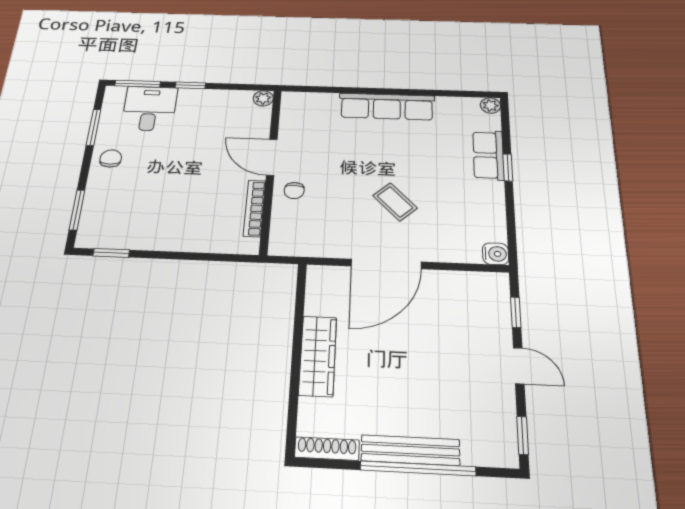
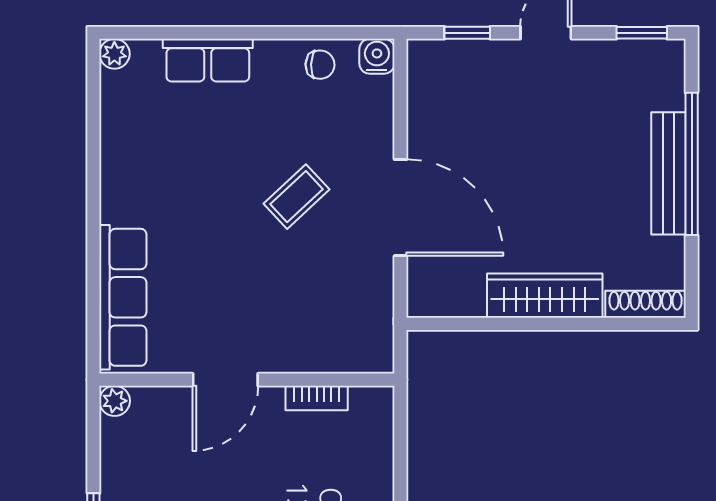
row of seats: (387, 107) -> (123, 297), moved
window: (508, 167) -> (229, 33), removed
chair: (294, 191) -> (320, 65), moved
bookcase: (254, 208) -> (317, 398), width x0.64
shoe rack: (327, 449) -> (646, 304), moved, turned 90

